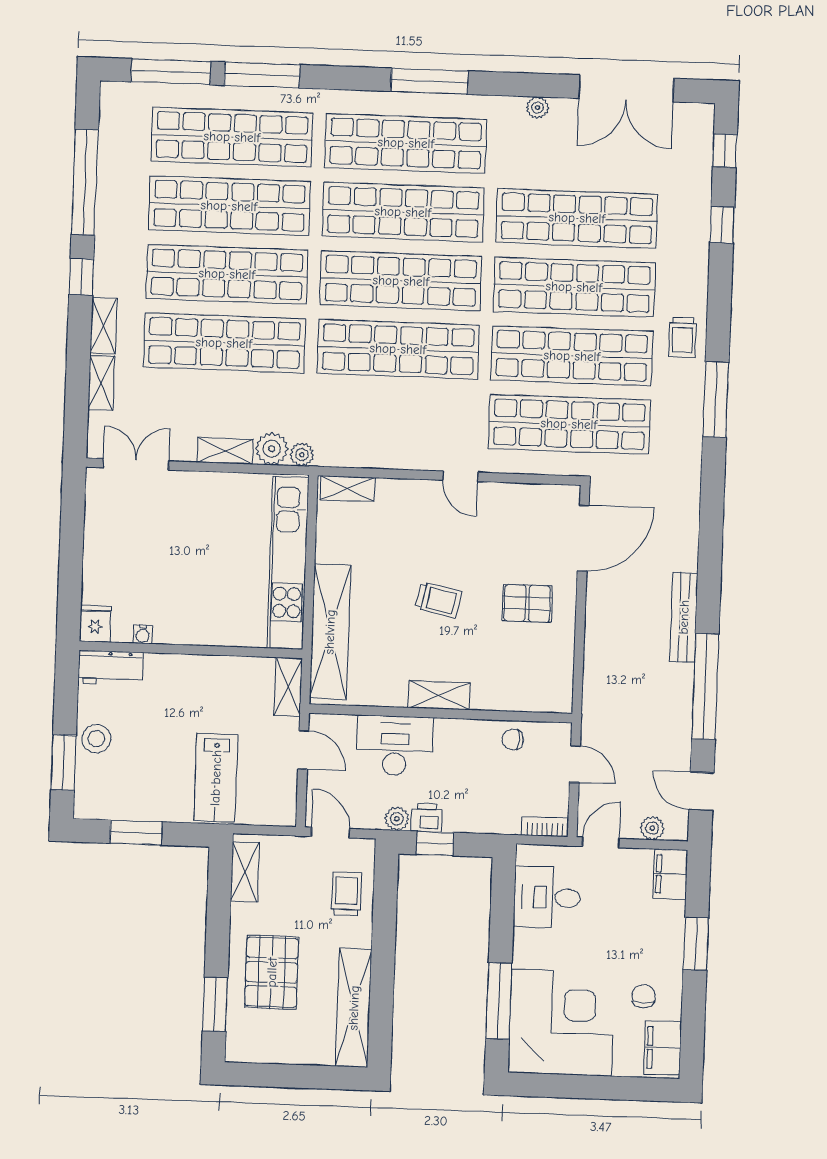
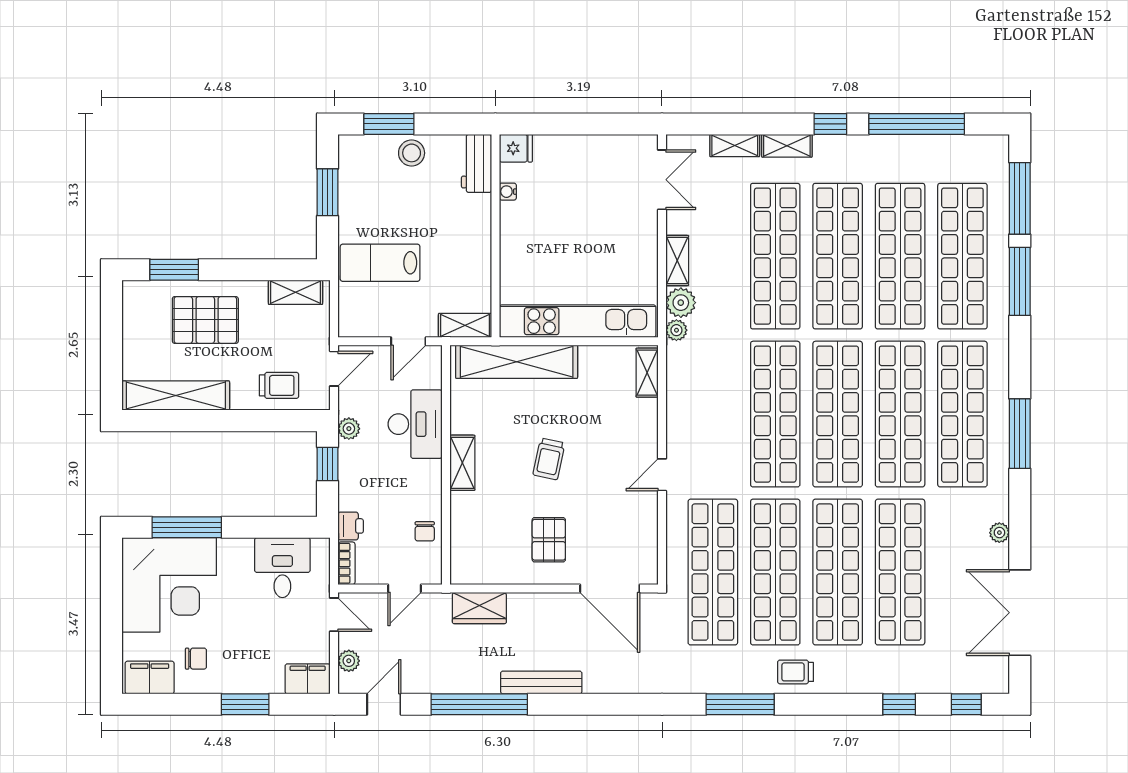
wardrobe: (599, 682) -> (479, 608), added
chair: (513, 739) -> (425, 531), turned 180
printer: (427, 818) -> (351, 526), moved

